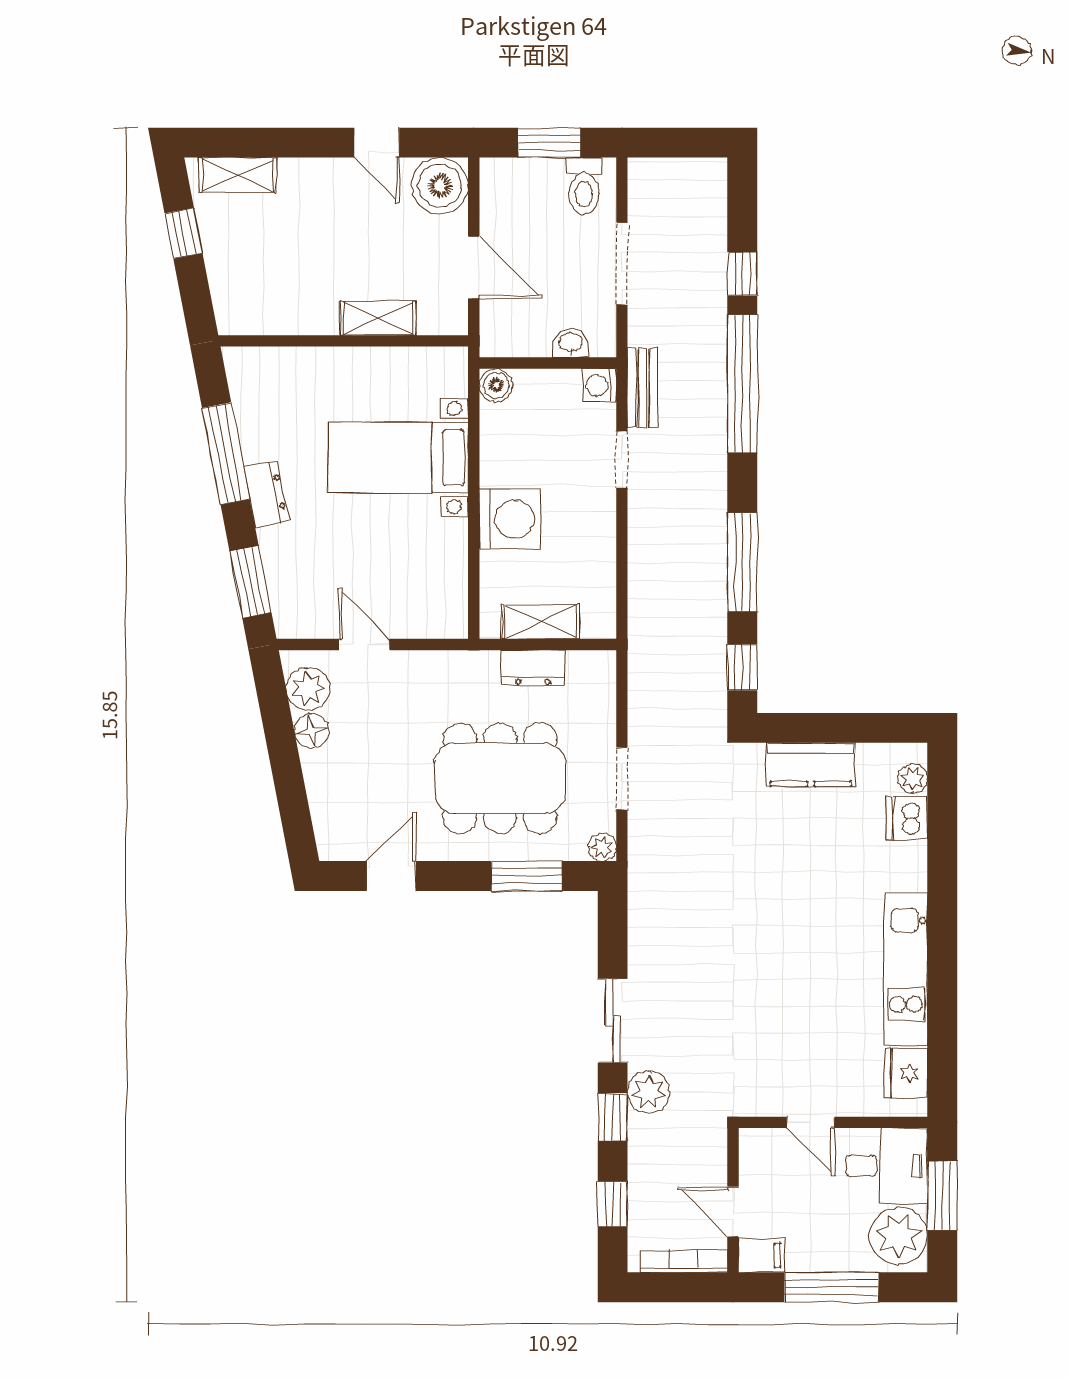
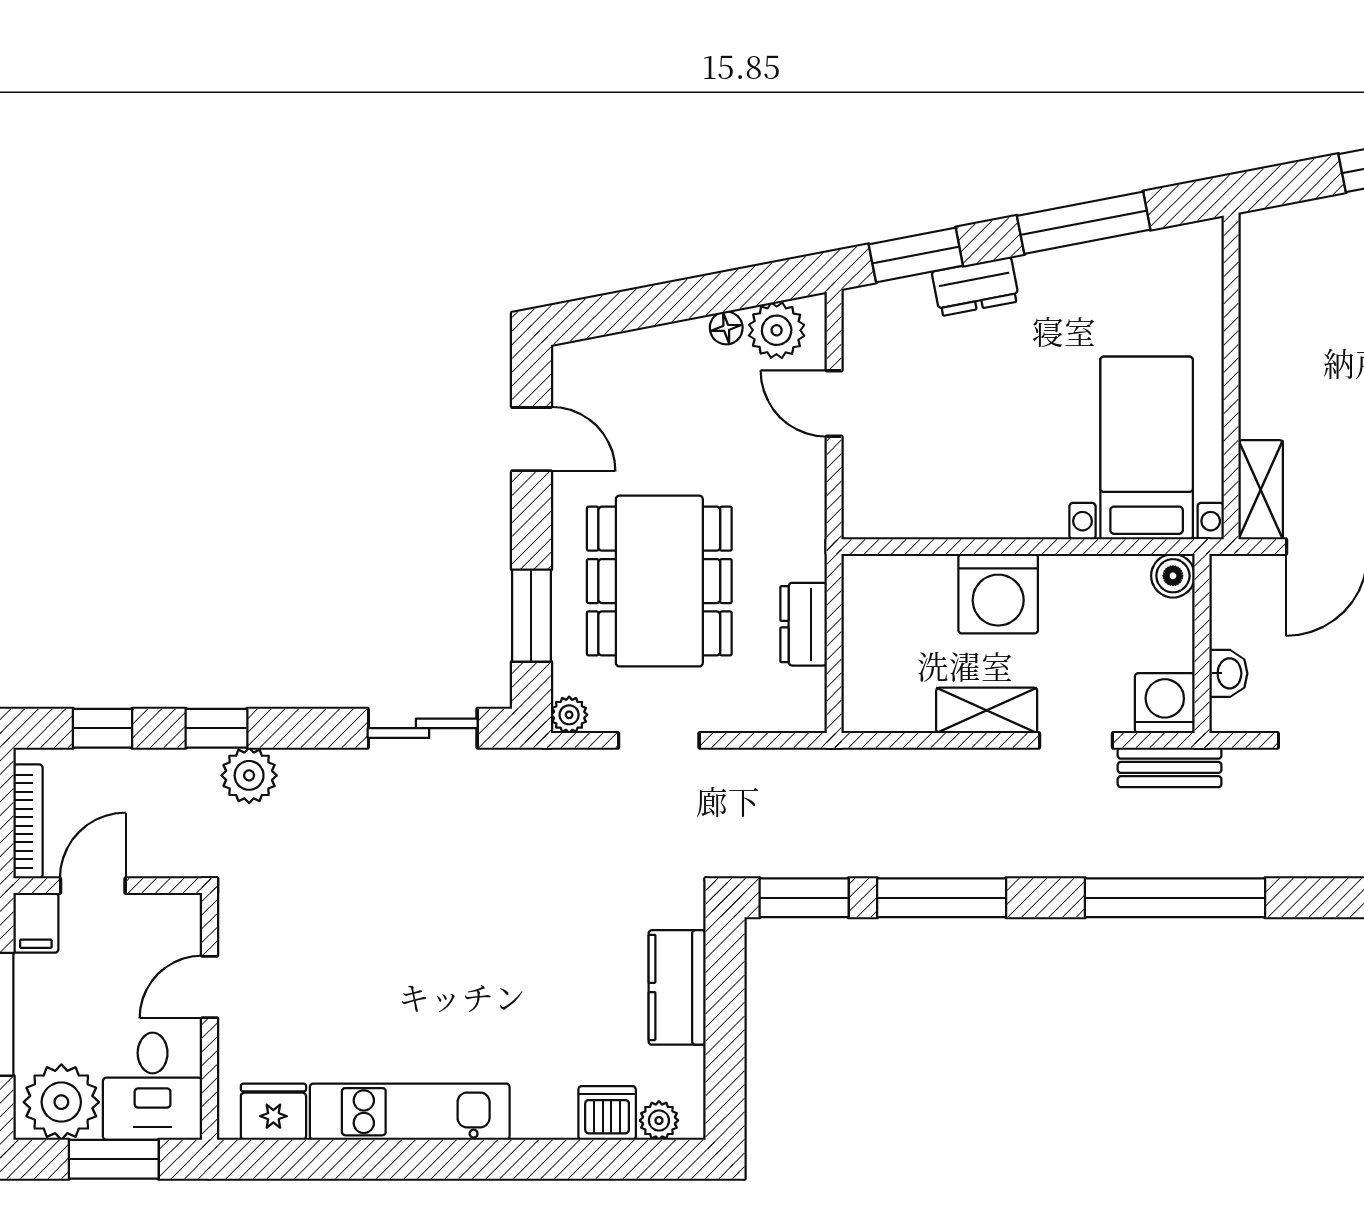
window: (742, 274) -> (1319, 898), removed
shelving: (378, 318) -> (1261, 490), moved
washing machine: (600, 385) -> (1165, 703), width x1.38, depth x1.38
bed with nightstands: (398, 458) -> (1147, 448), moved
dresser: (267, 494) -> (975, 286), moved
shelving: (541, 622) -> (987, 710), moved, turned 90
door: (364, 645) -> (834, 404), swing flipped
window: (742, 667) -> (804, 898), width x1.50
floor lamp: (312, 731) -> (726, 328), width x0.73, depth x0.73
sliding door: (613, 1021) -> (423, 728), moved

